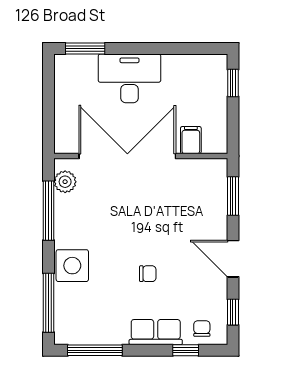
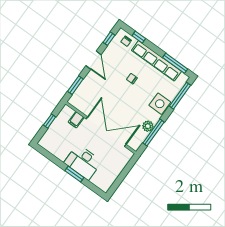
window: (85, 49) -> (74, 174), moved
window: (233, 83) -> (50, 121), moved
double door: (127, 156) -> (106, 132), swing flipped
plant: (65, 182) -> (148, 126), moved
row of seats: (156, 332) -> (156, 61), width x2.02

